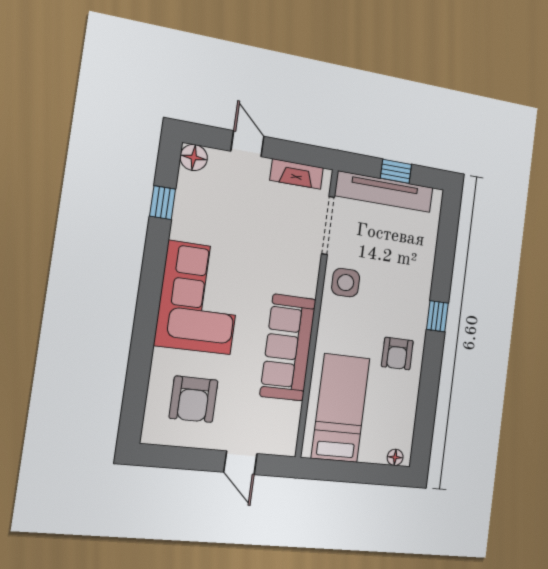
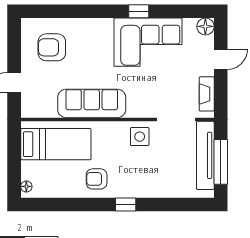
window: (396, 171) -> (221, 162), width x2.17
window: (163, 203) -> (139, 11), moved
corner sofa: (199, 298) -> (148, 42), moved

